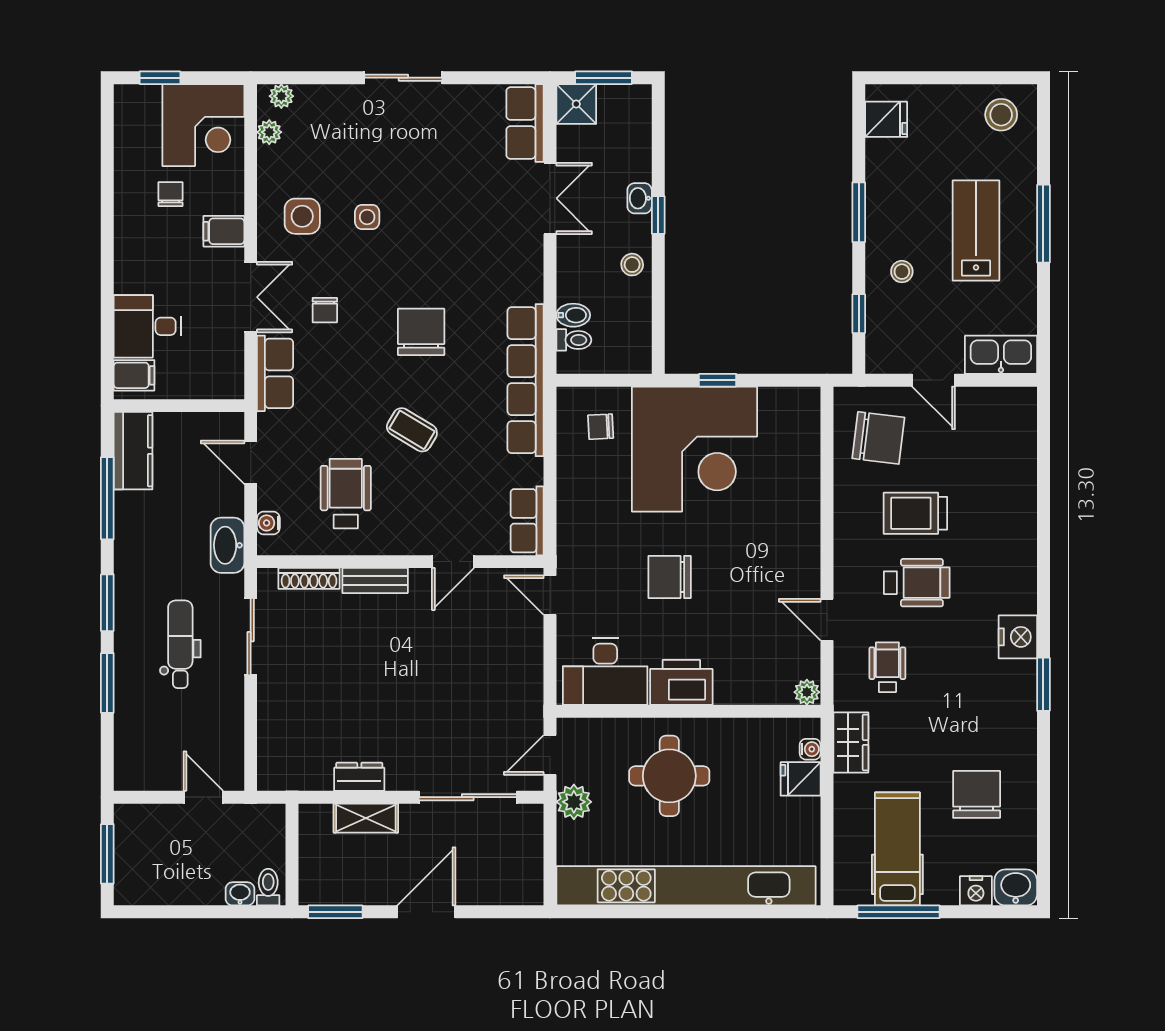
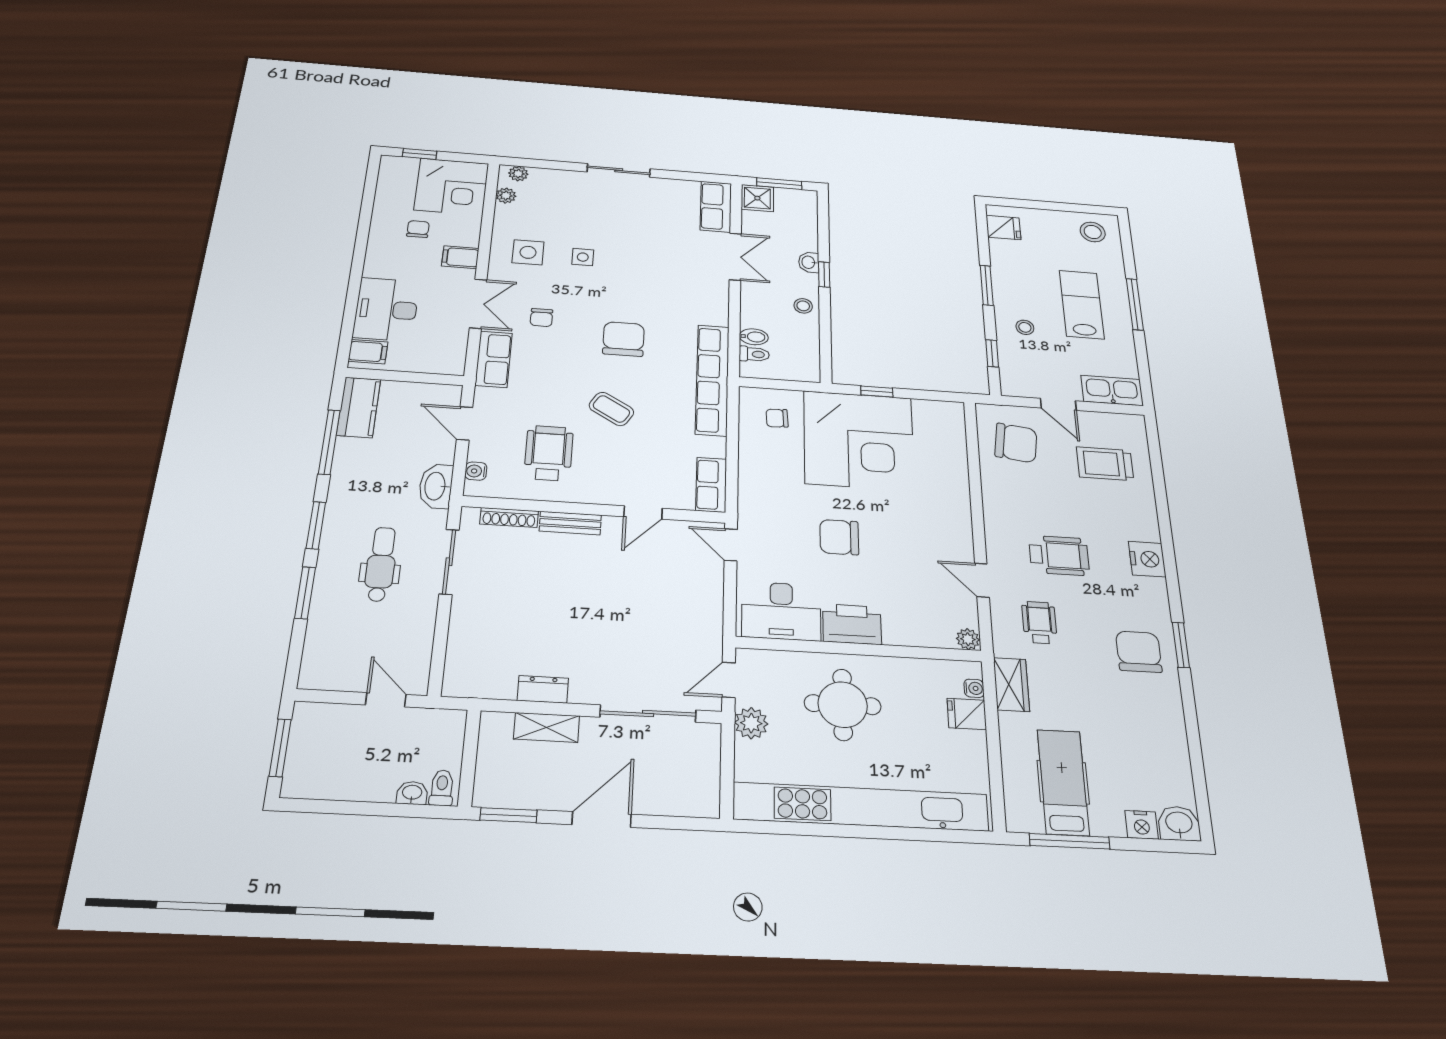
desk: (147, 326) -> (386, 309), width x1.37
trolley: (915, 513) -> (1105, 464), moved
nightstand: (1018, 637) -> (1147, 559), moved
chair: (977, 794) -> (1139, 652), moved

